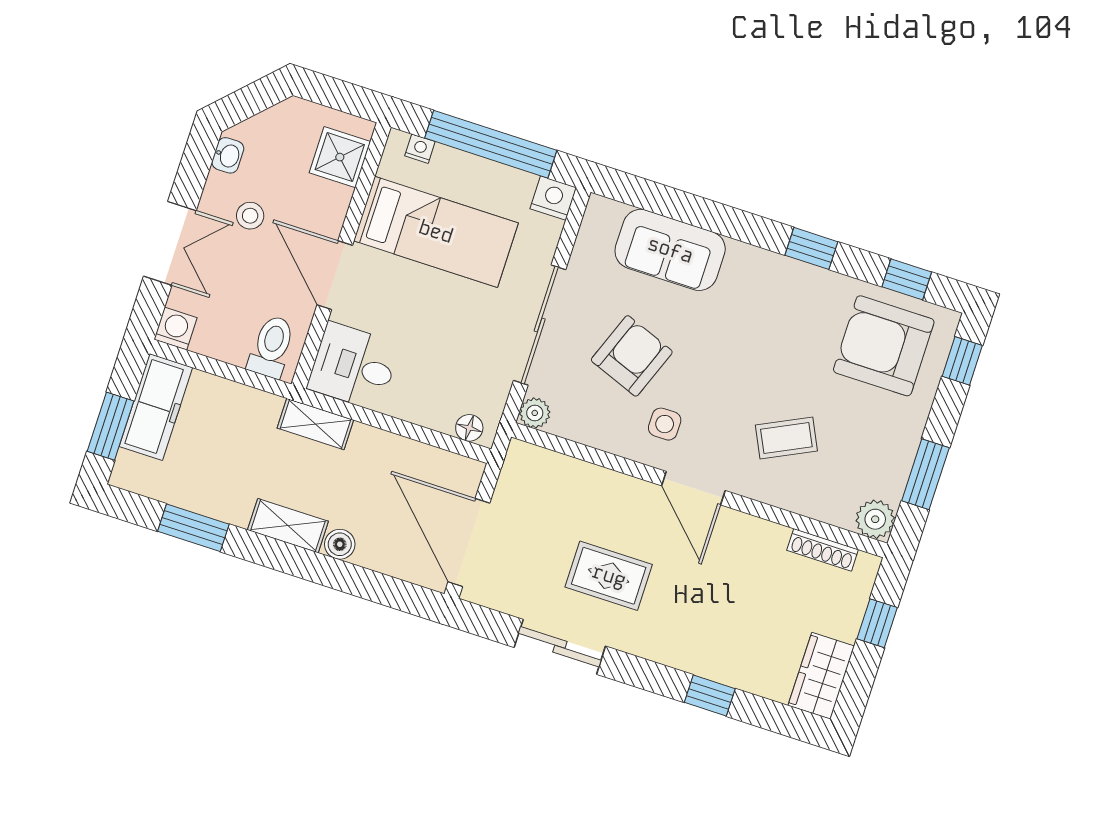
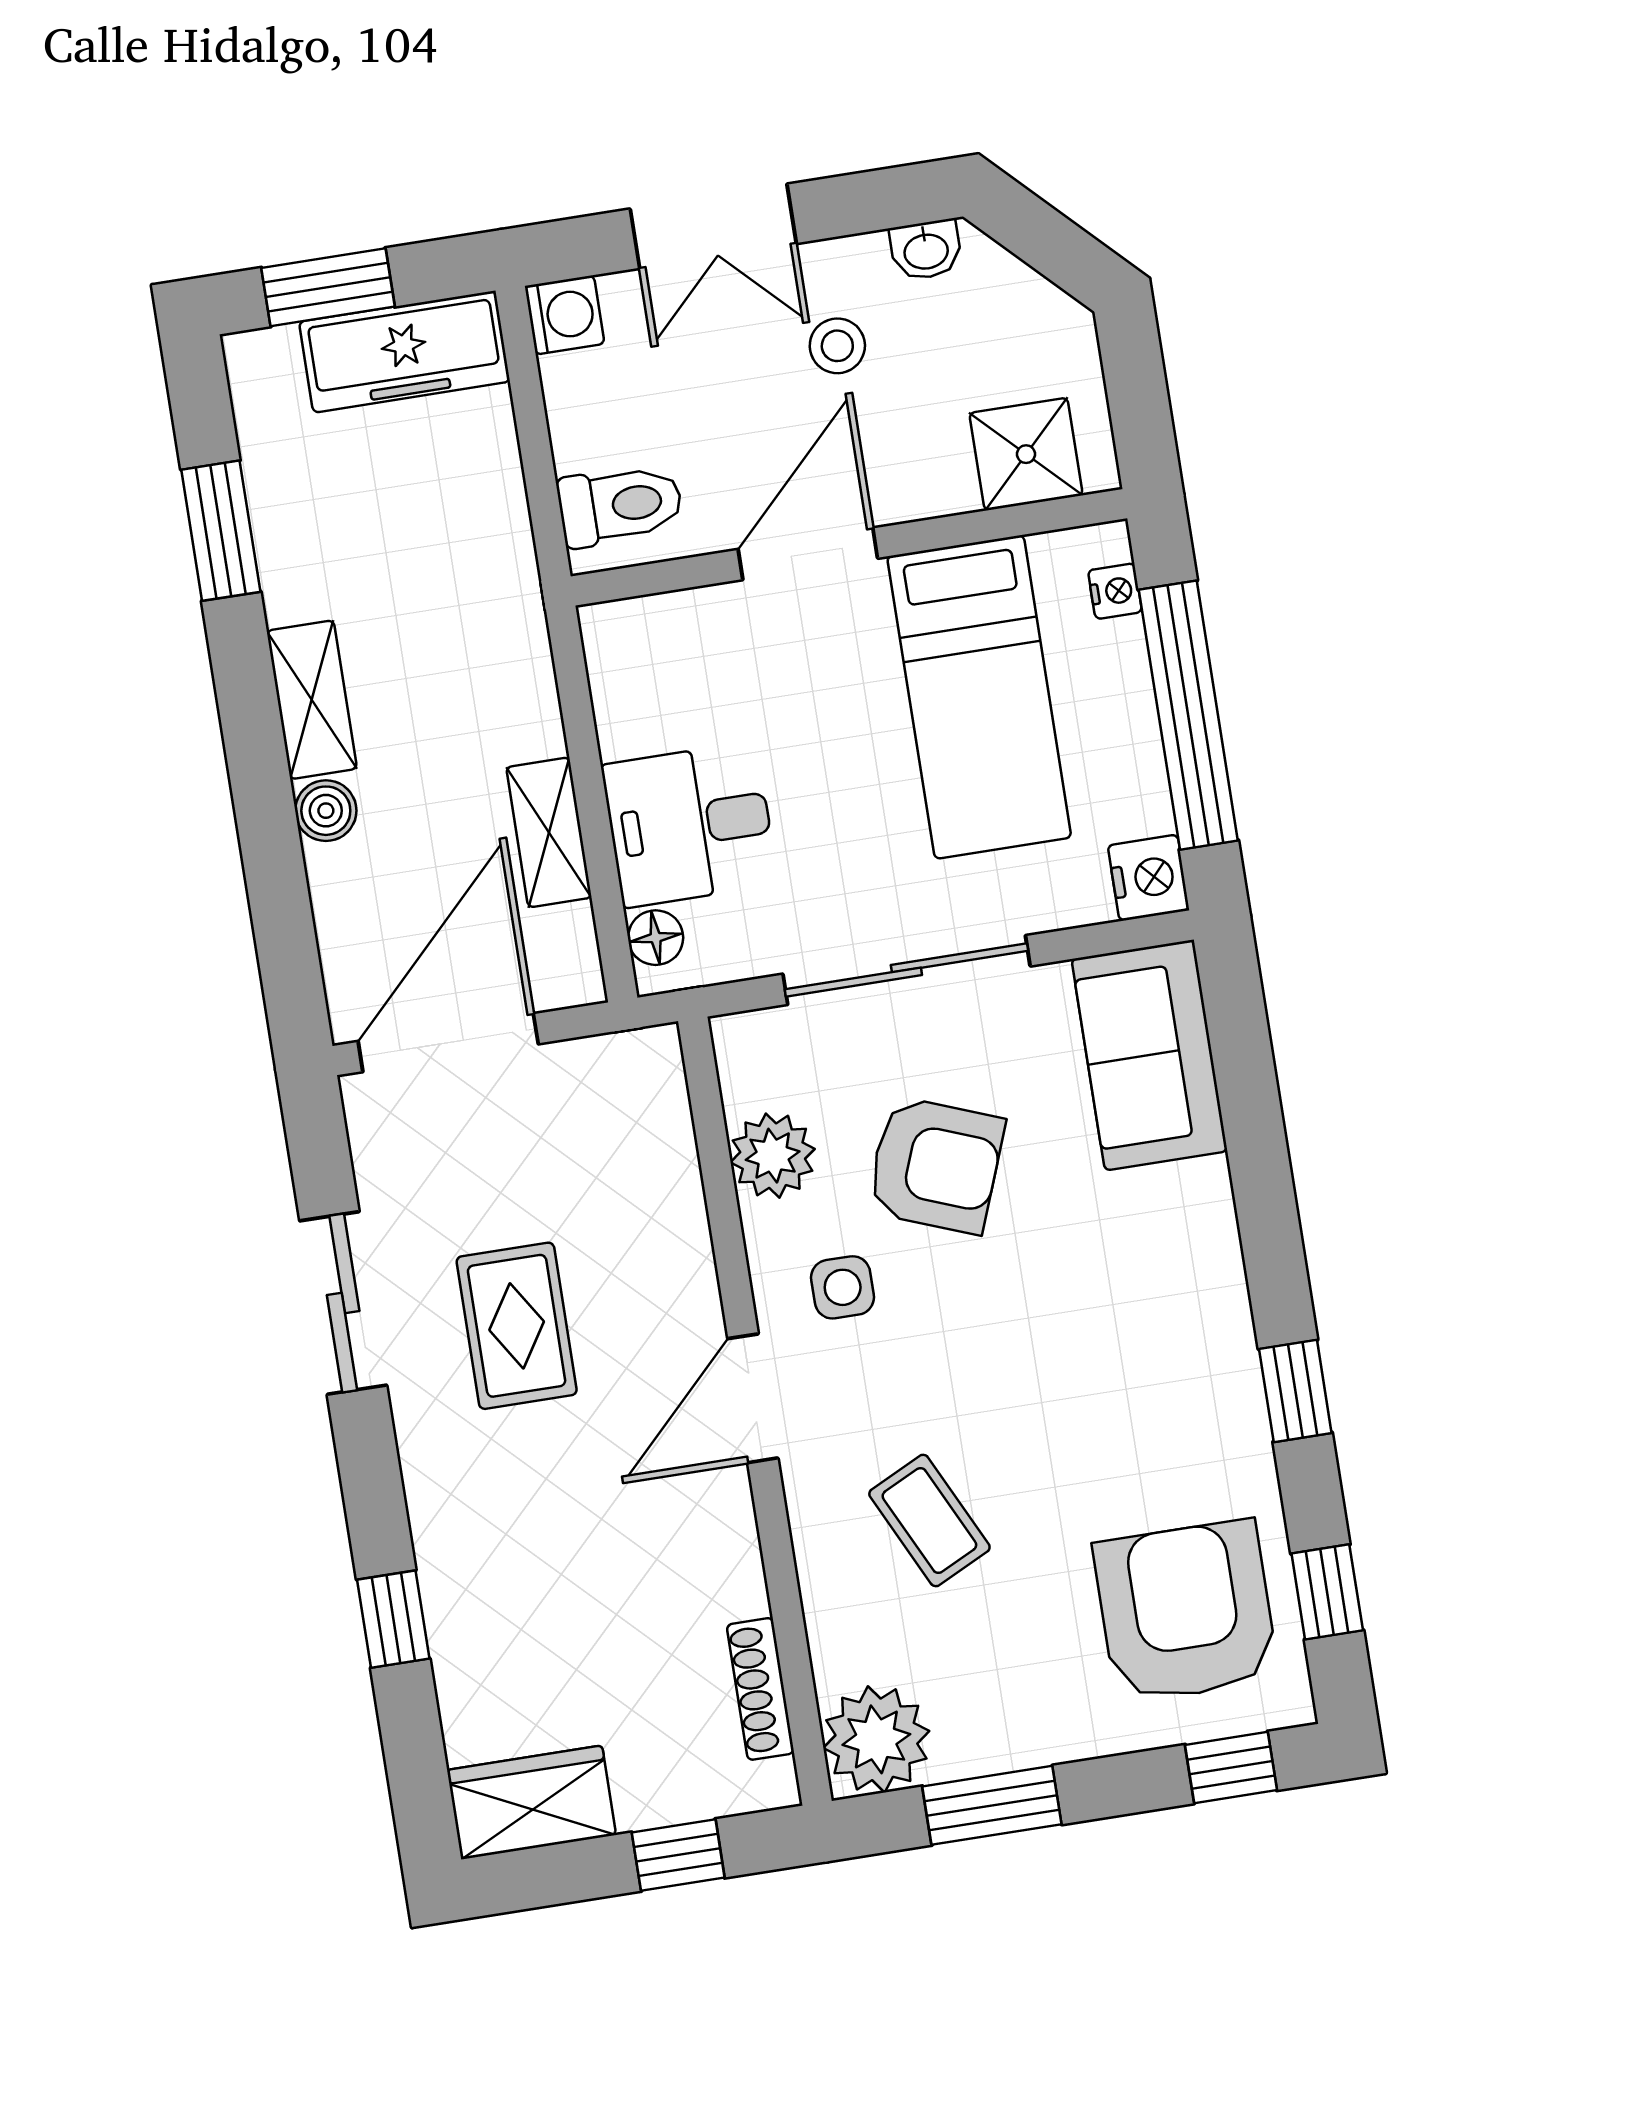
sofa: (670, 250) -> (1150, 1055), moved
desk: (354, 366) -> (690, 825), moved, turned -90
plant: (535, 413) -> (773, 1156), moved, width x1.38, depth x1.38
shelving: (315, 424) -> (549, 832), moved
plant: (875, 519) -> (876, 1739), width x1.36, depth x1.36

